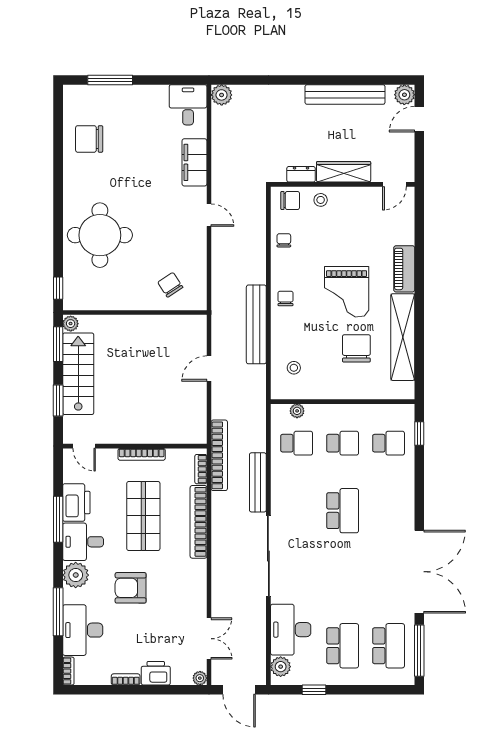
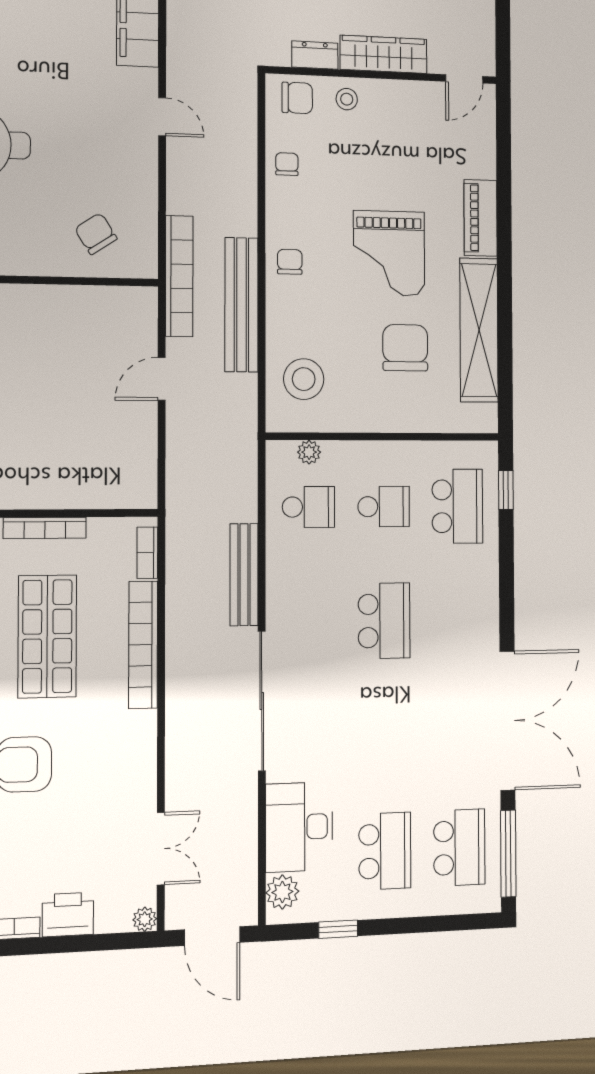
stool: (294, 368) -> (304, 379), width x1.89, depth x1.89
school desk: (389, 443) -> (457, 506), width x1.85
bookcase: (219, 455) -> (179, 276), moved

